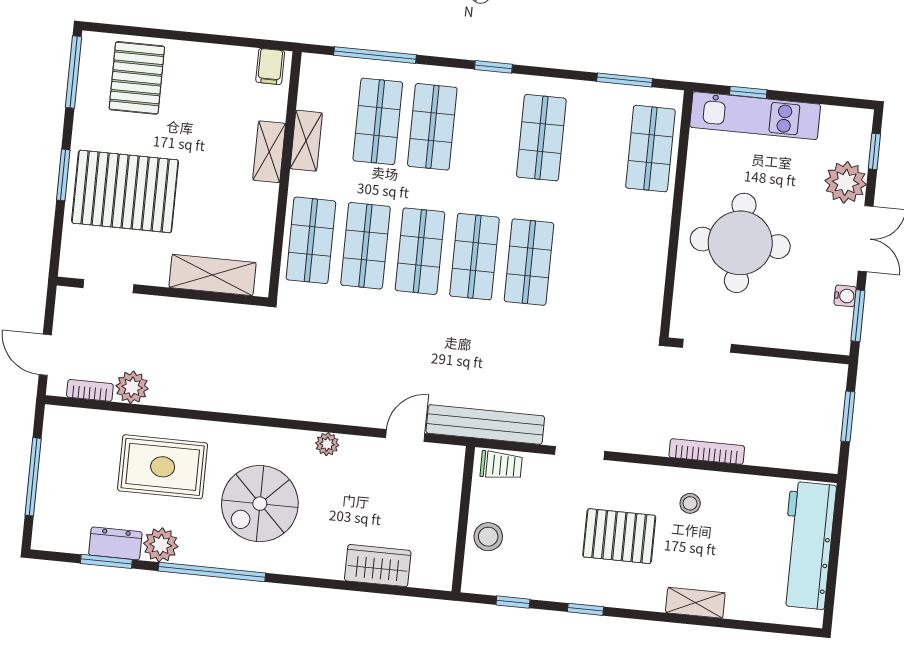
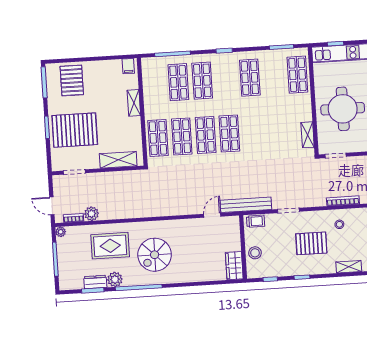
shelving: (306, 141) -> (308, 135), moved
shop shelf: (529, 262) -> (253, 132), removed
plant: (327, 444) -> (61, 232), moved
wardrobe: (378, 566) -> (234, 266), moved, turned -90

